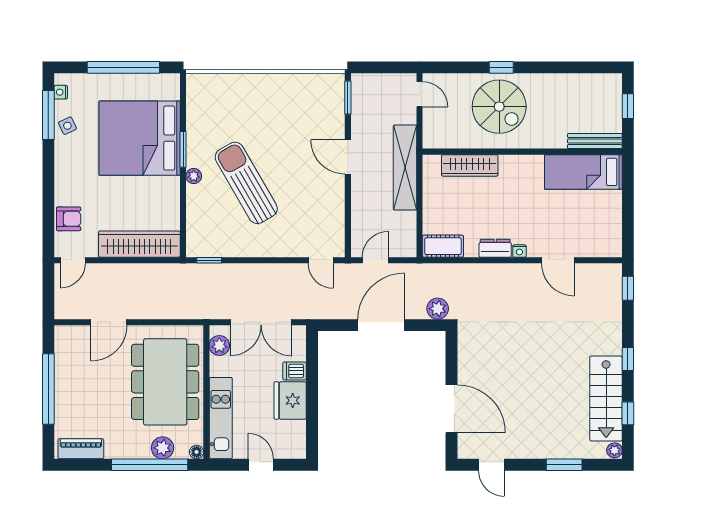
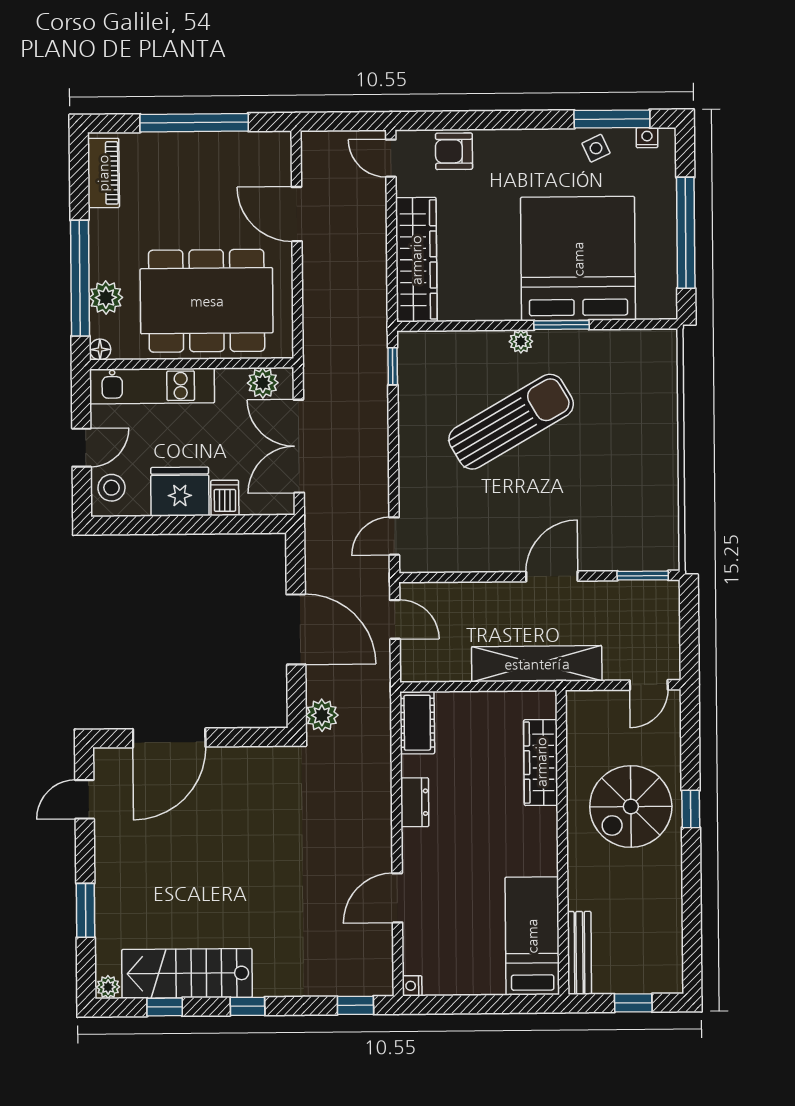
armchair: (69, 219) -> (454, 151), turned 90
nightstand: (519, 251) -> (412, 986), moved
stool: (287, 445) -> (111, 488), added

